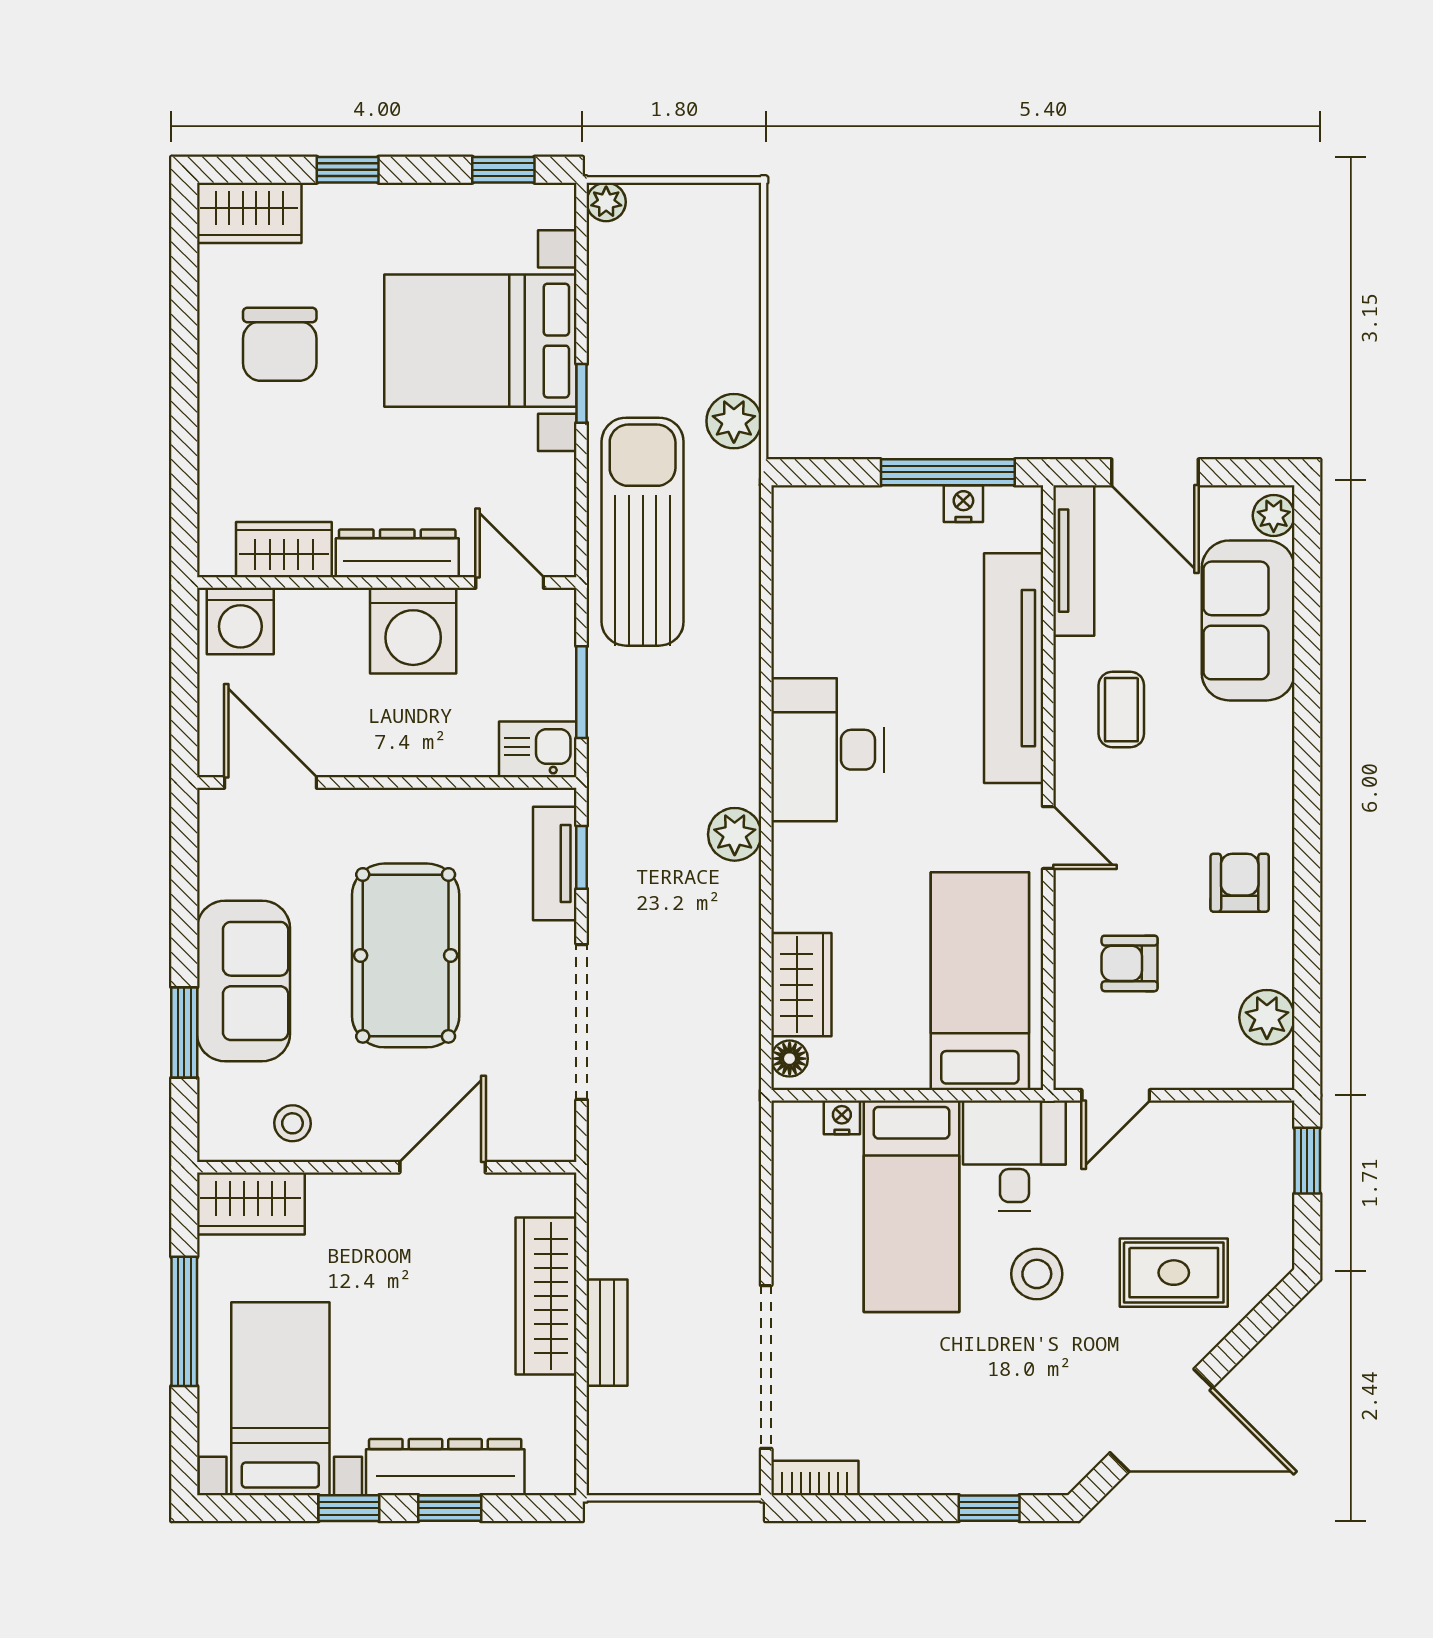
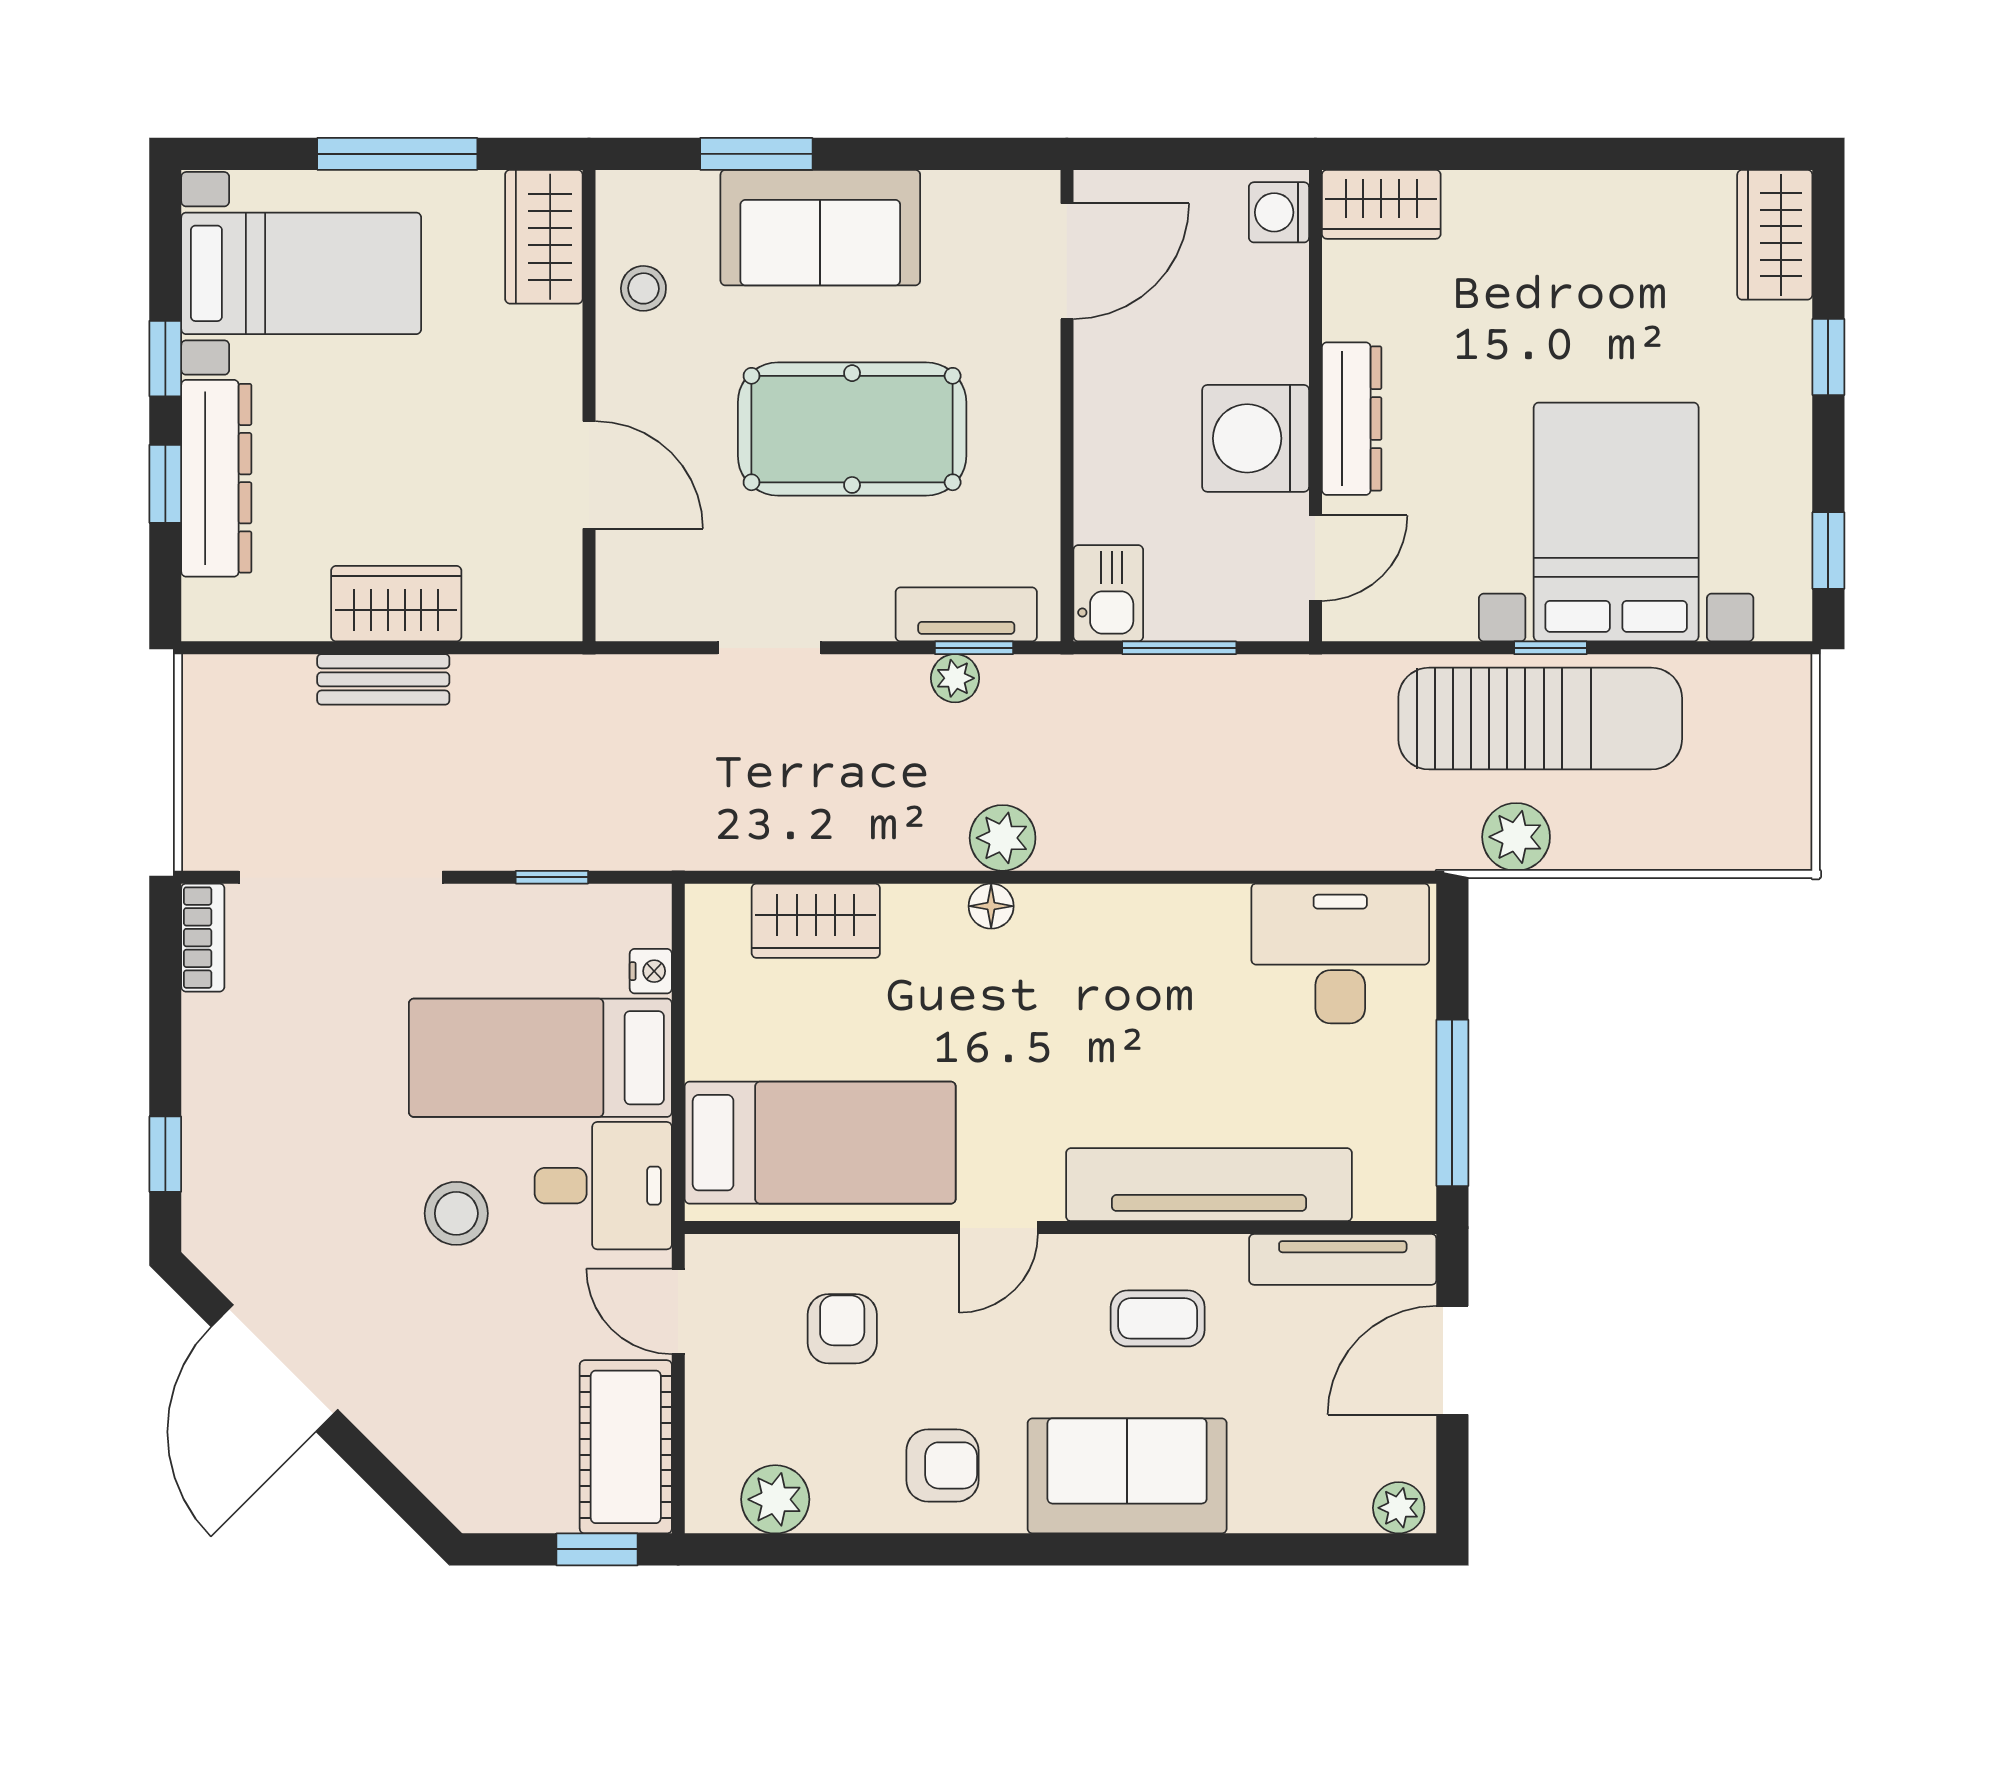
plant: (606, 202) -> (955, 678), moved
chair: (280, 344) -> (1611, 273), removed
nightstand: (963, 504) -> (1414, 1122), removed
sun lounger: (643, 532) -> (1540, 719), moved
wardrobe: (284, 550) -> (1381, 204), moved, turned 90
sofa: (1248, 620) -> (1127, 1476), moved
washing machine: (240, 621) -> (1279, 212), width x0.73, depth x0.73
desk: (828, 750) -> (1340, 953), moved
doorway: (582, 1022) -> (769, 648), width x0.53
floor lamp: (790, 1059) -> (991, 906), moved
cot: (1225, 1138) -> (626, 1447), added
window: (766, 1197) -> (552, 877), added
rug: (1174, 1273) -> (458, 1384), removed
wardrobe: (546, 1296) -> (396, 604), width x0.67

